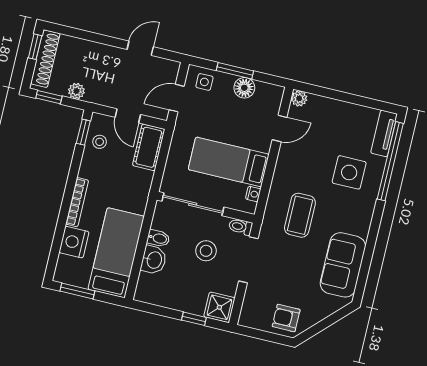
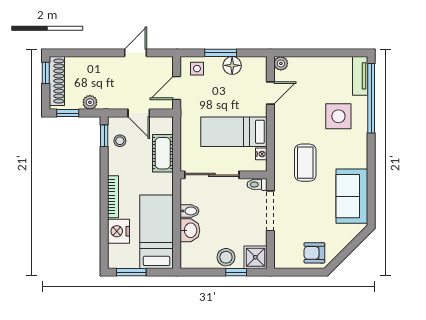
cot: (149, 147) -> (163, 153), moved
stool: (206, 251) -> (226, 257), moved

